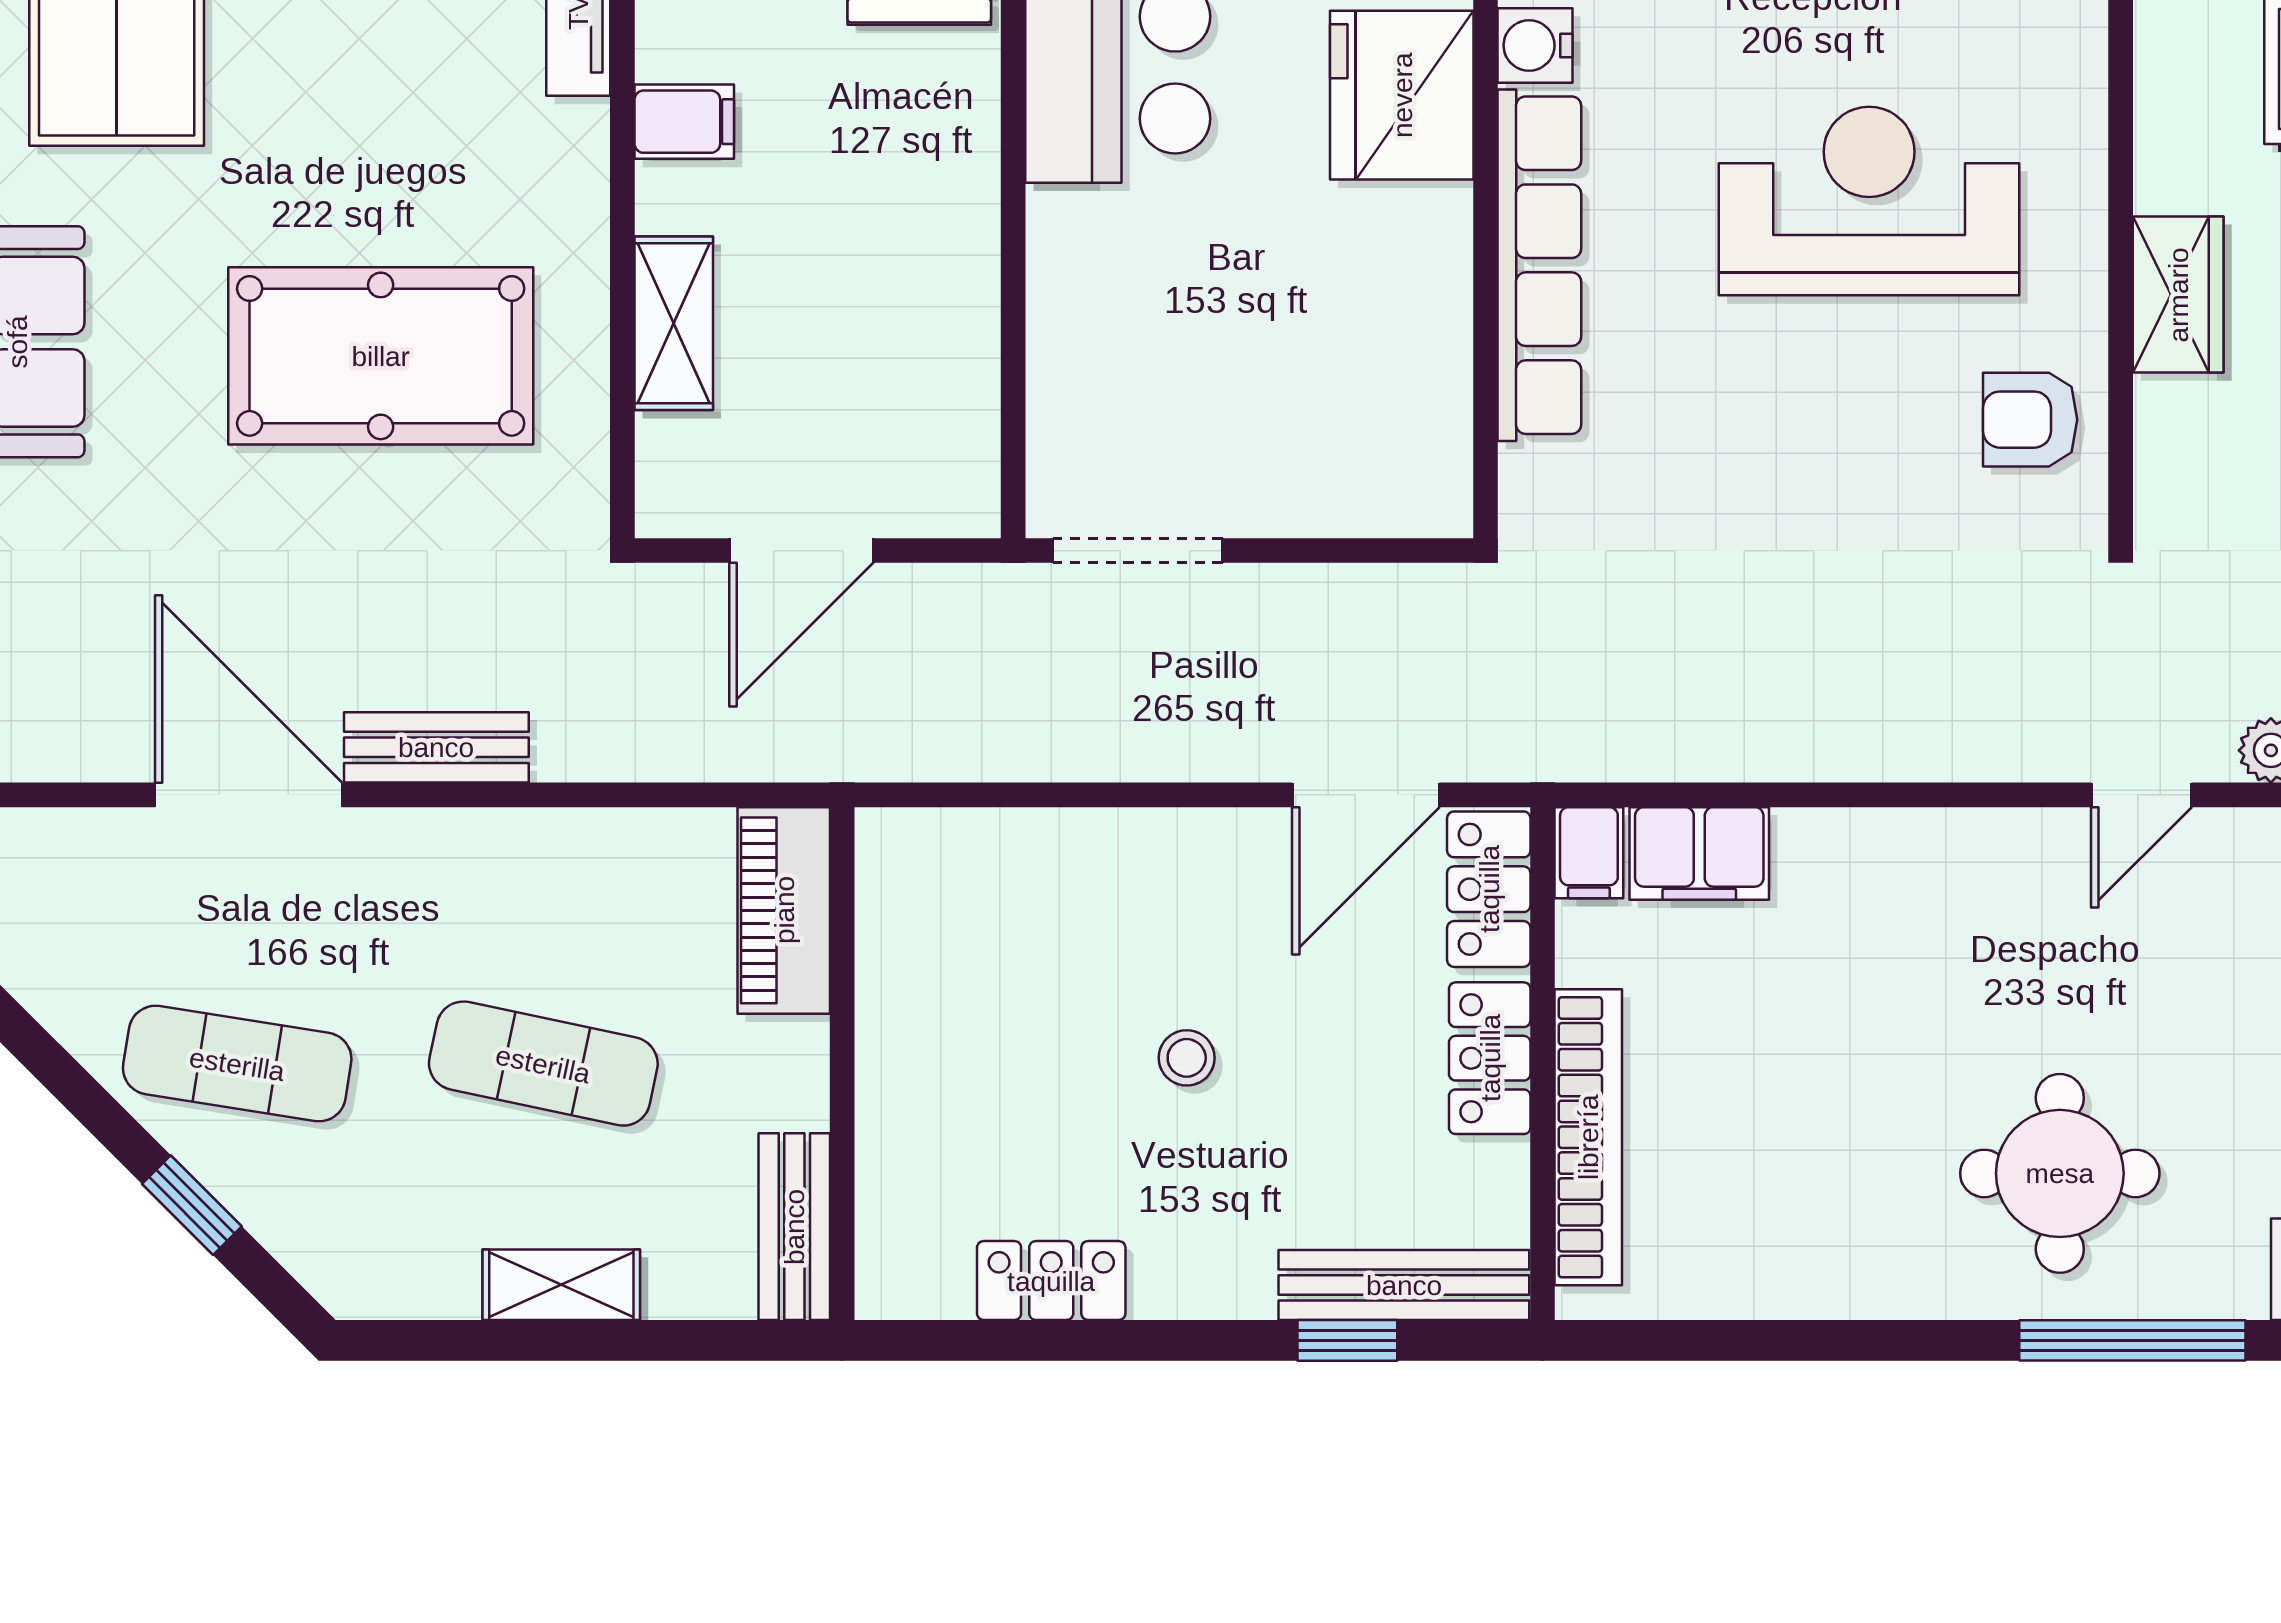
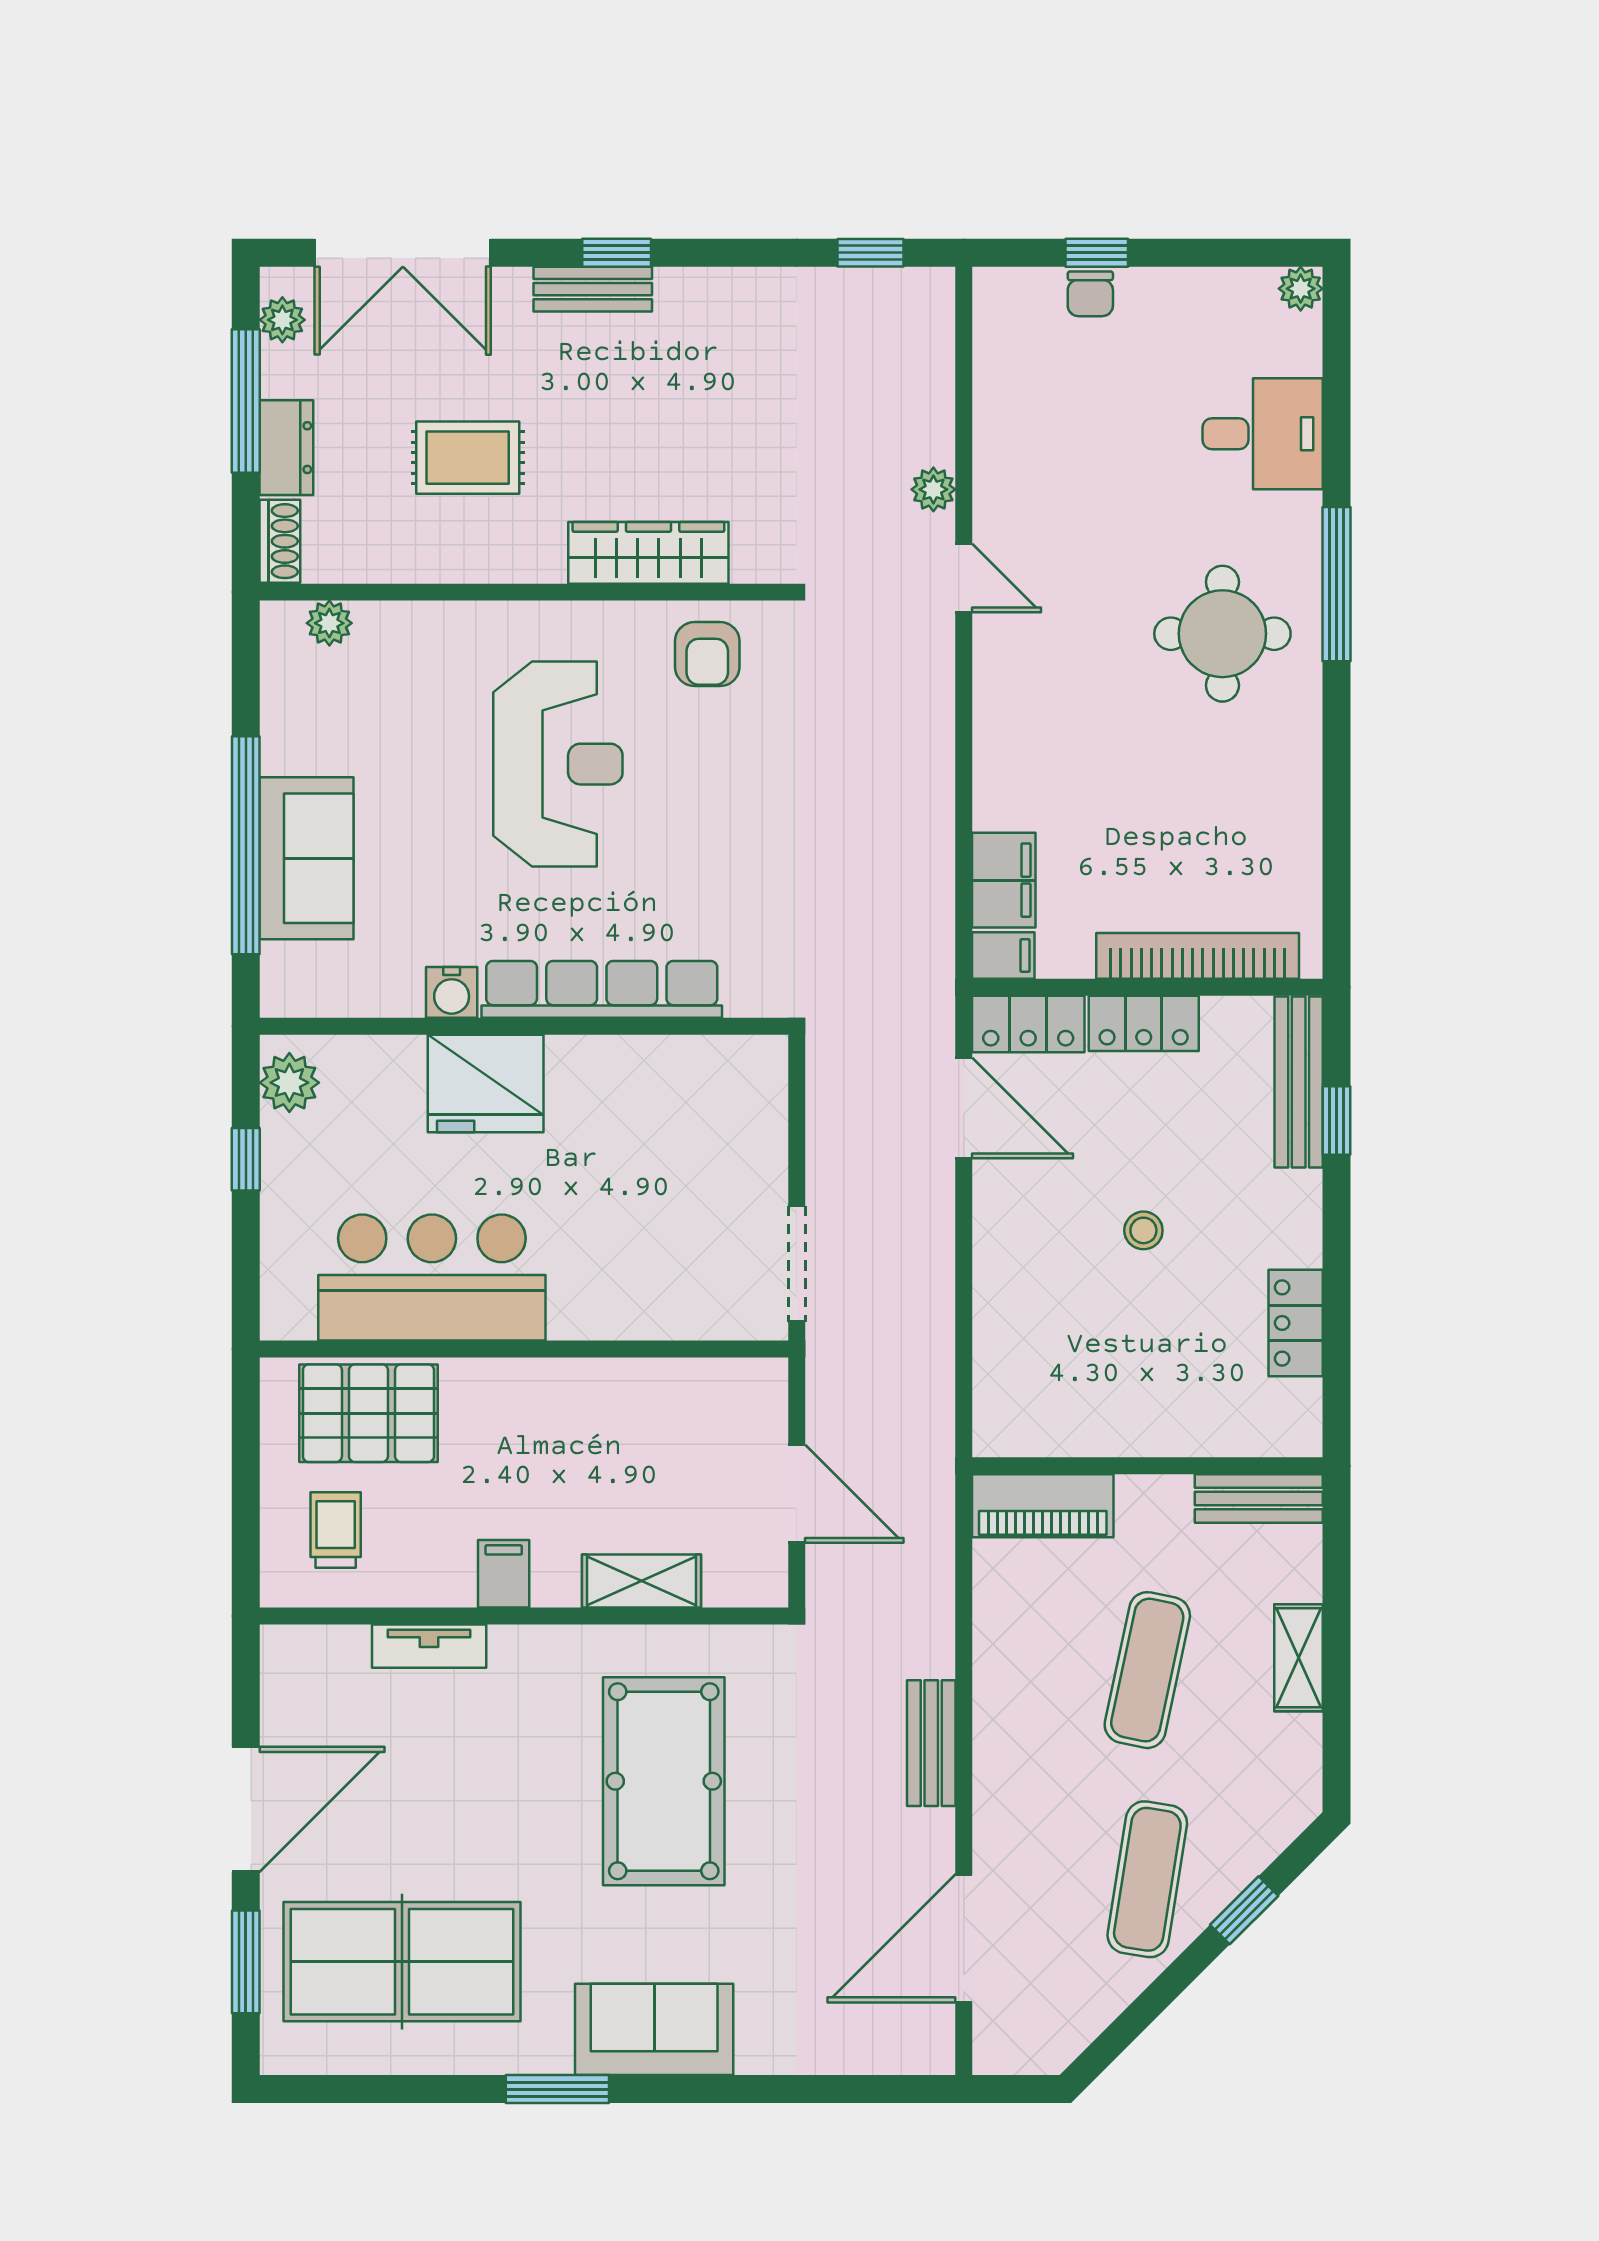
reception desk: (1869, 201) -> (558, 764), turned 180
wardrobe: (2178, 295) -> (648, 553), width x1.50
door: (249, 795) -> (964, 1938), moved

